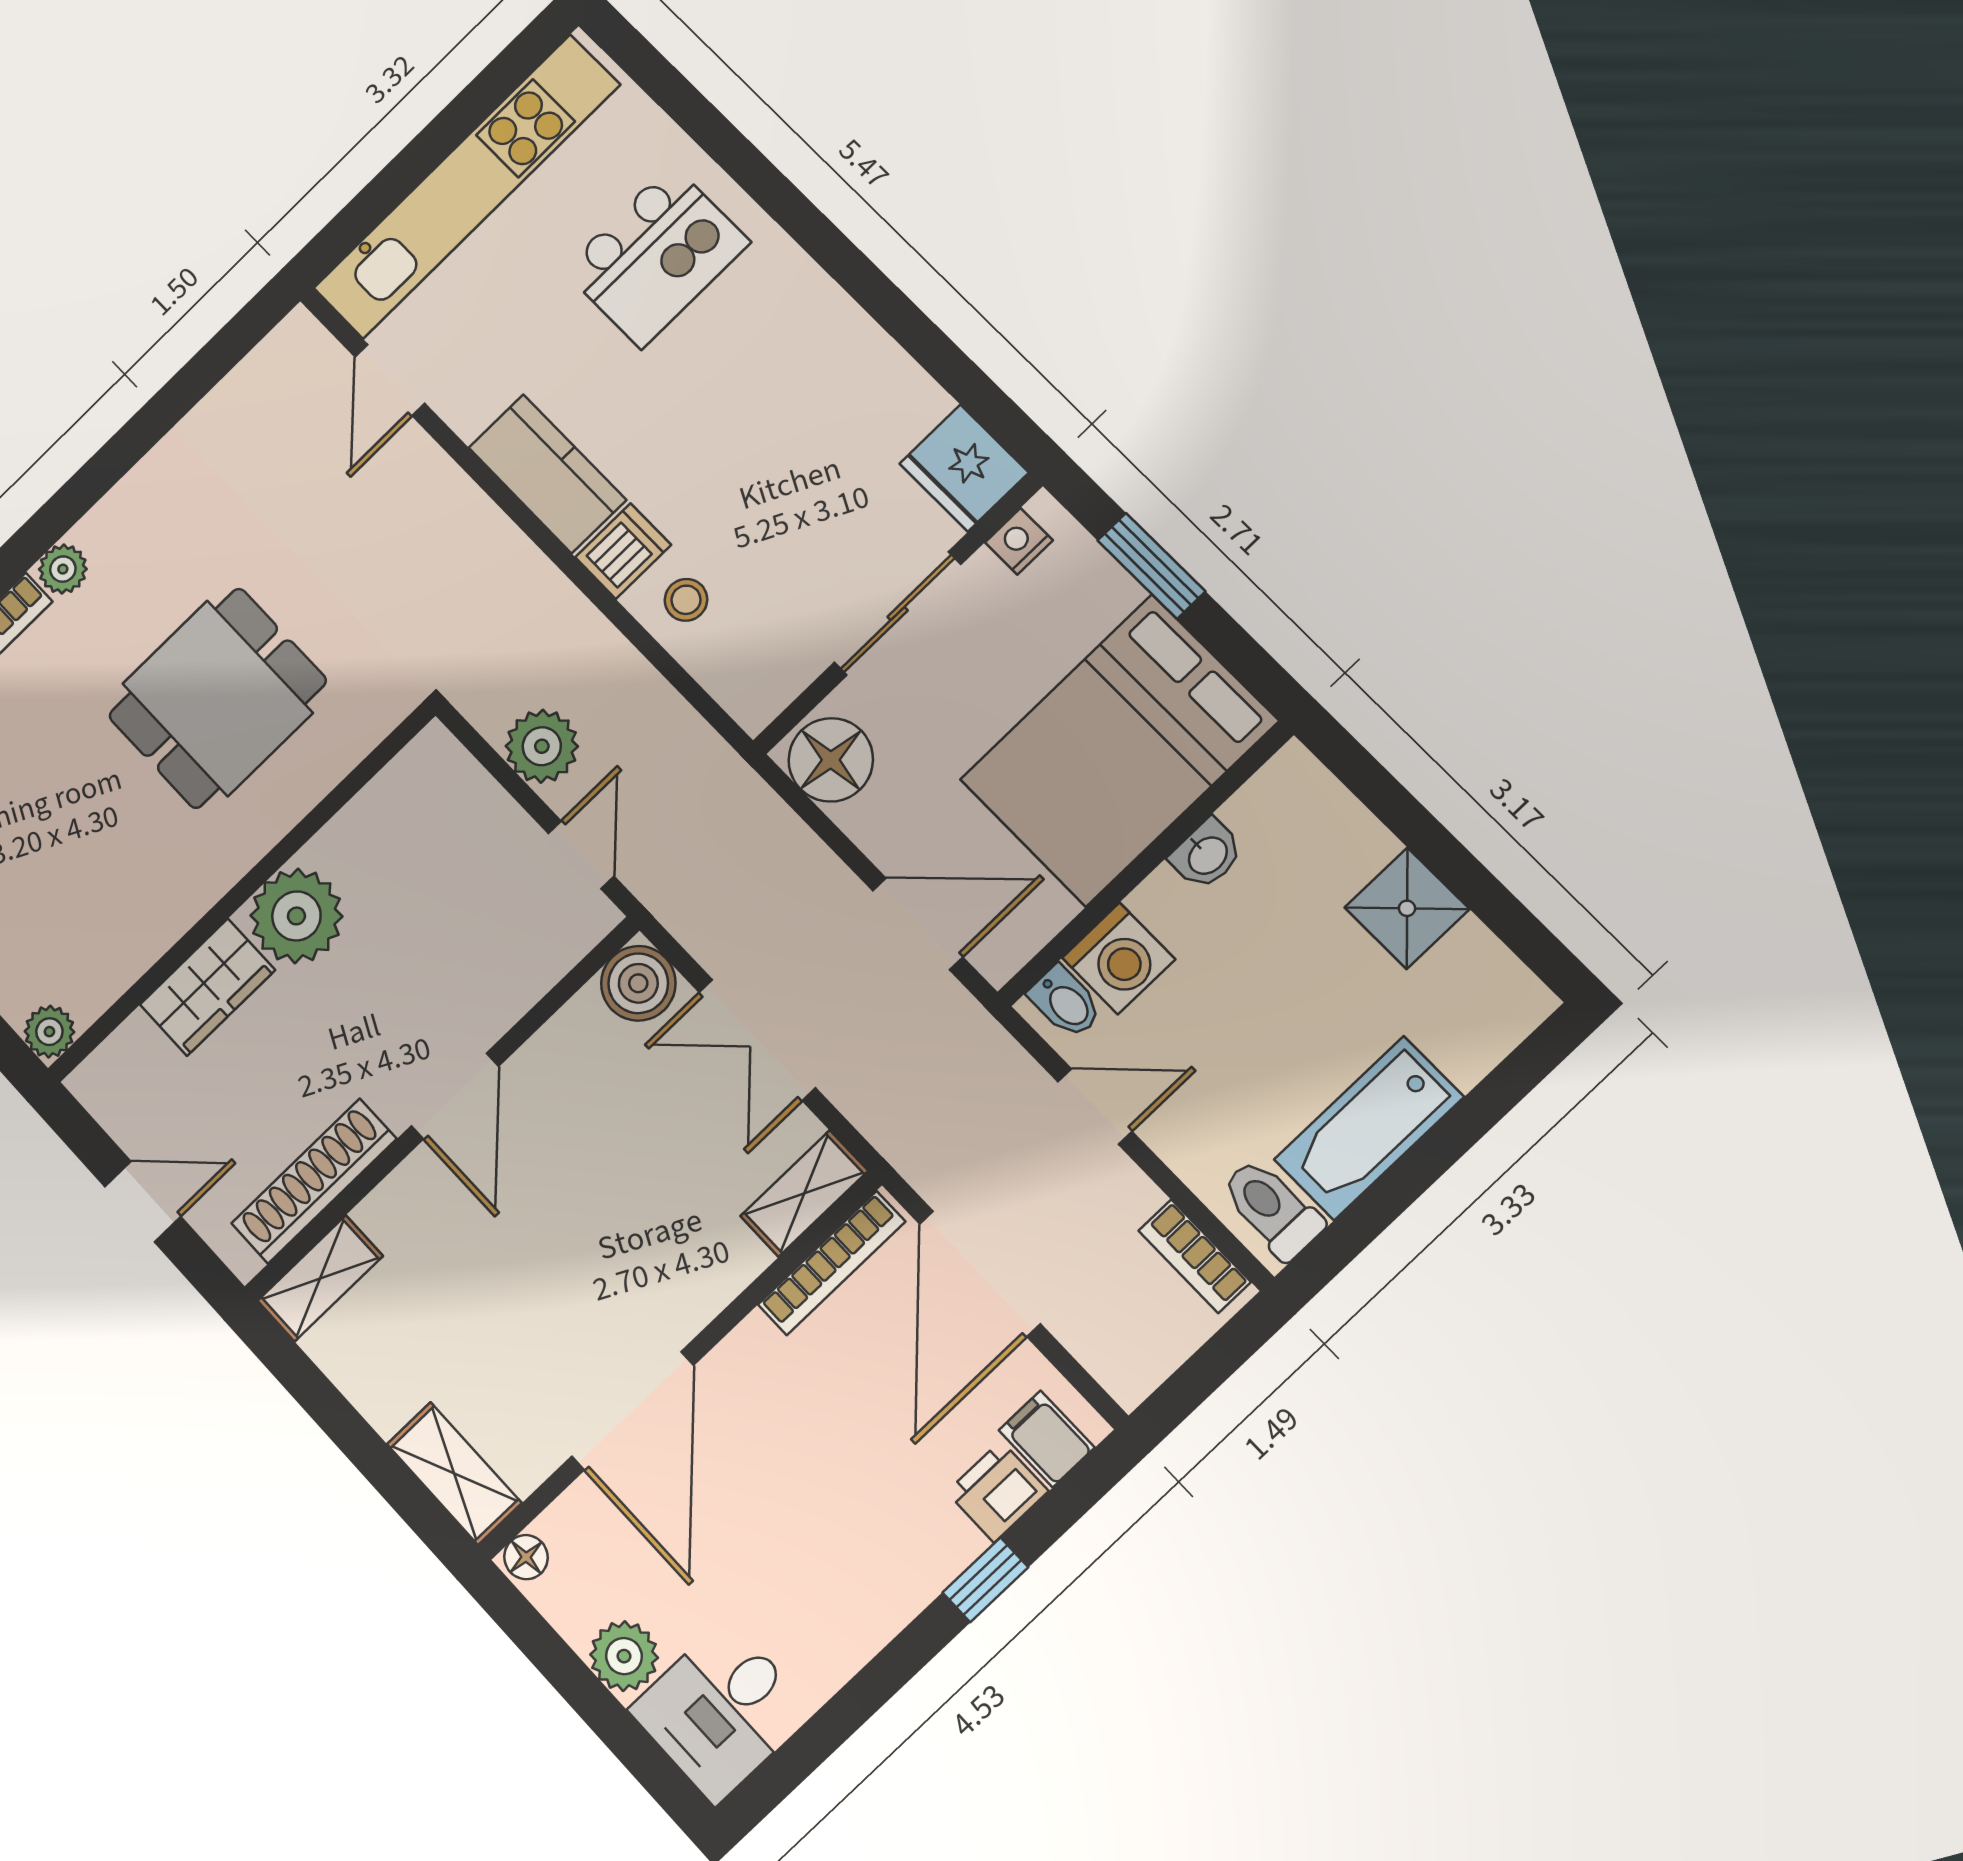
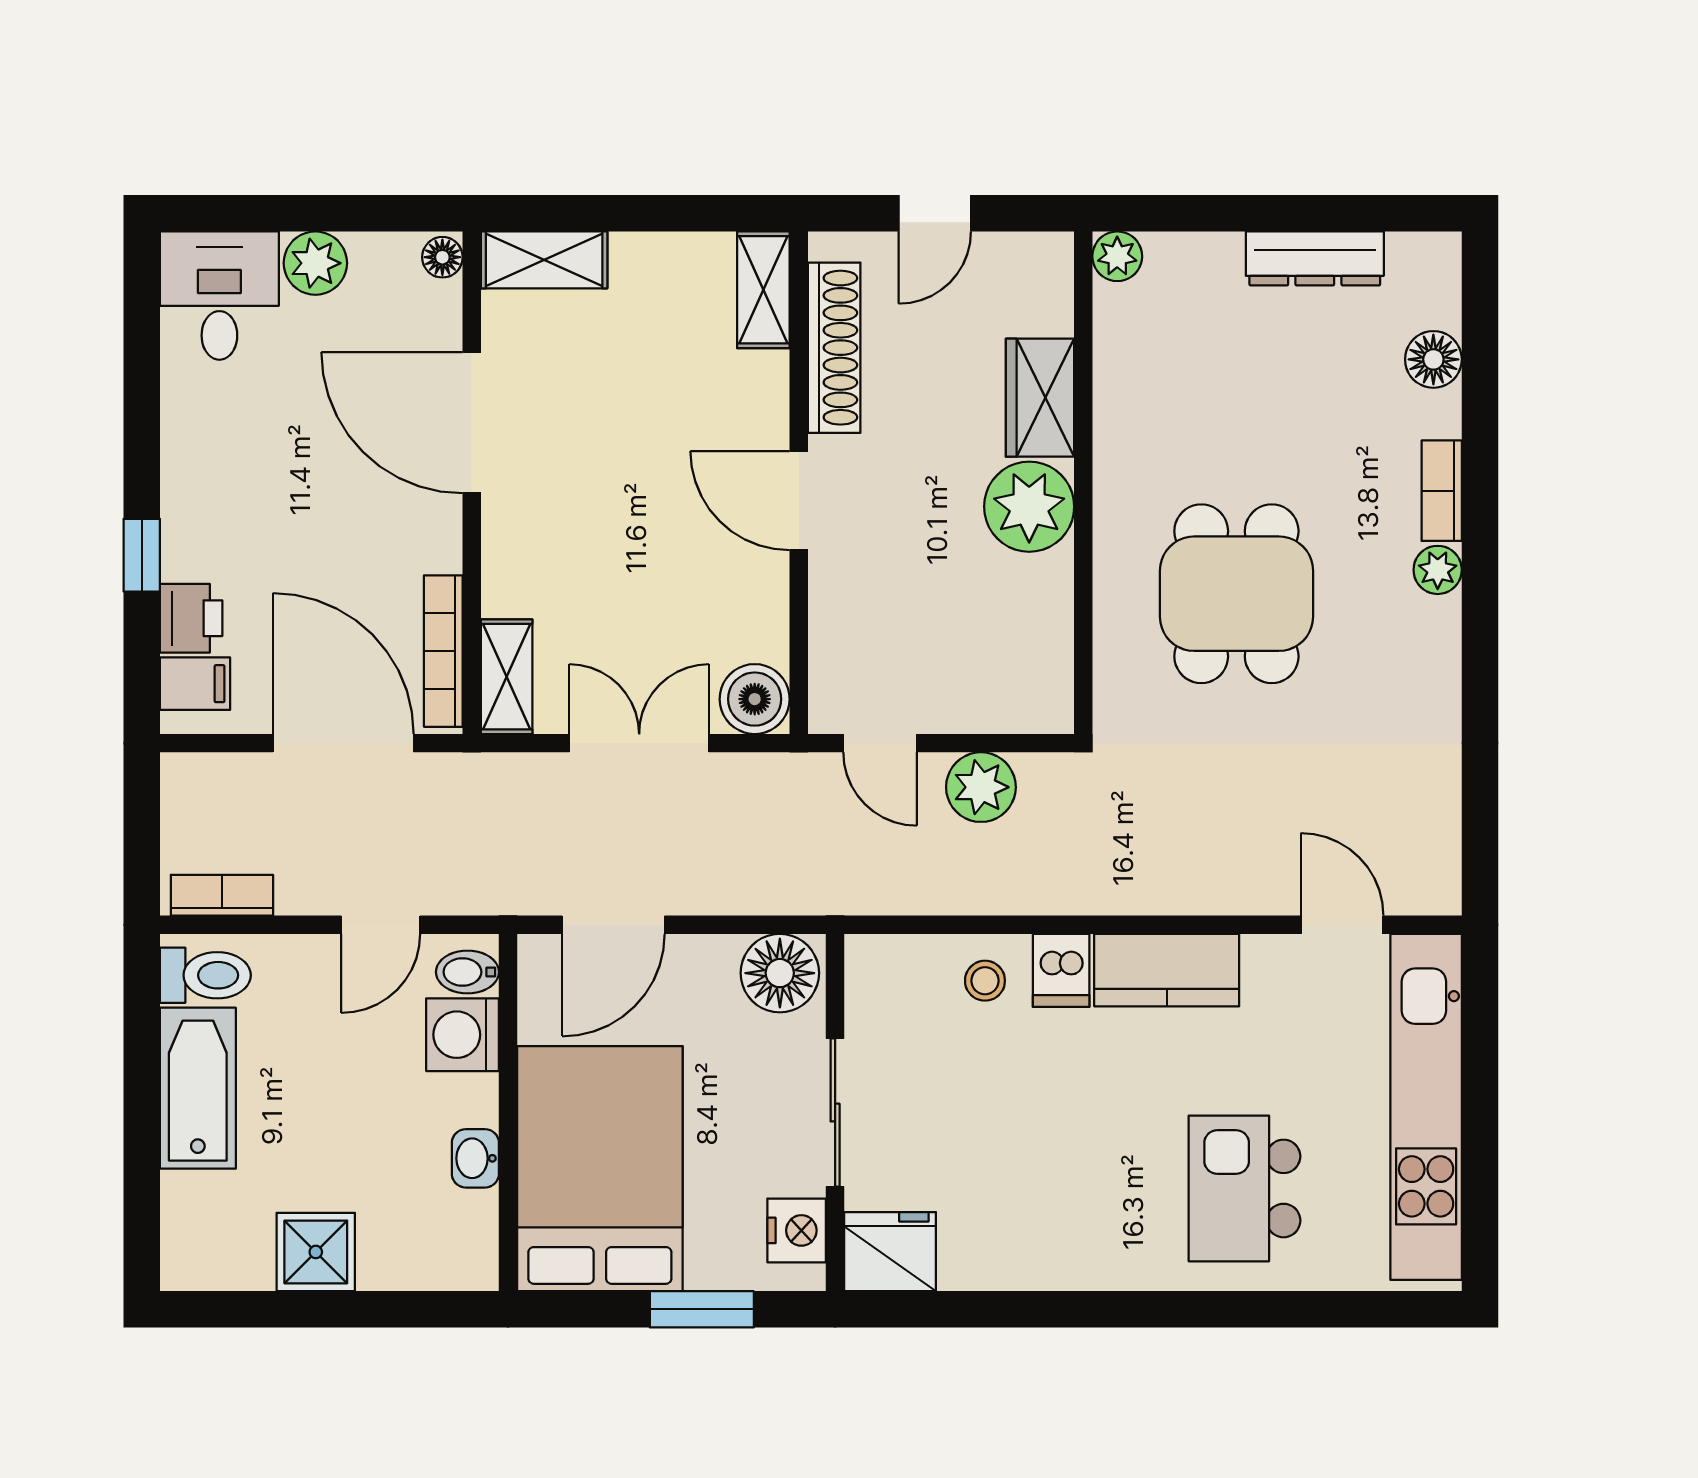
nightstand: (1019, 541) -> (797, 1230), width x1.39, depth x1.35

